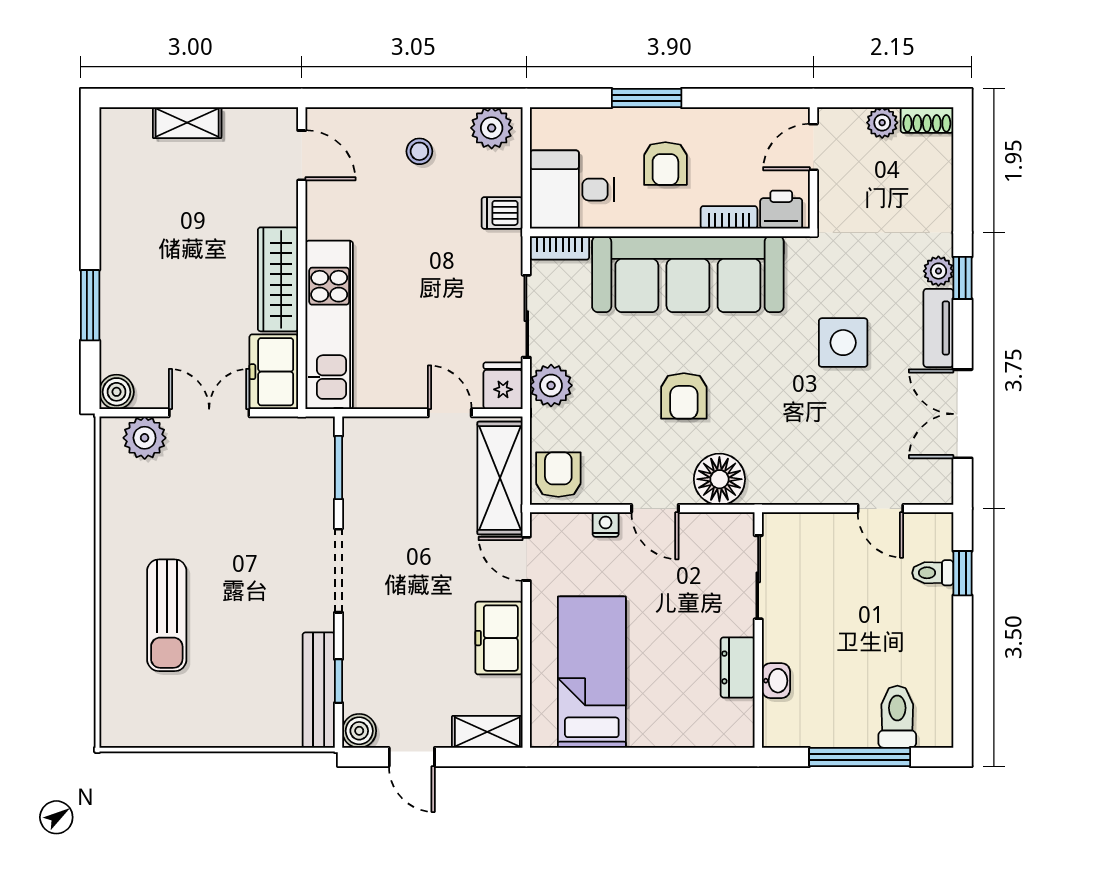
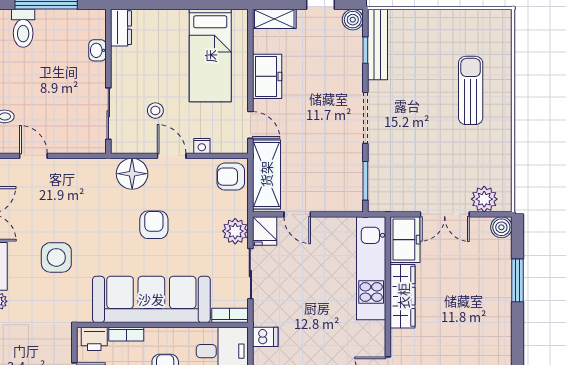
armchair: (558, 475) -> (231, 177), turned 90
stool: (681, 582) -> (155, 111), added
dresser: (738, 667) -> (121, 28), moved

